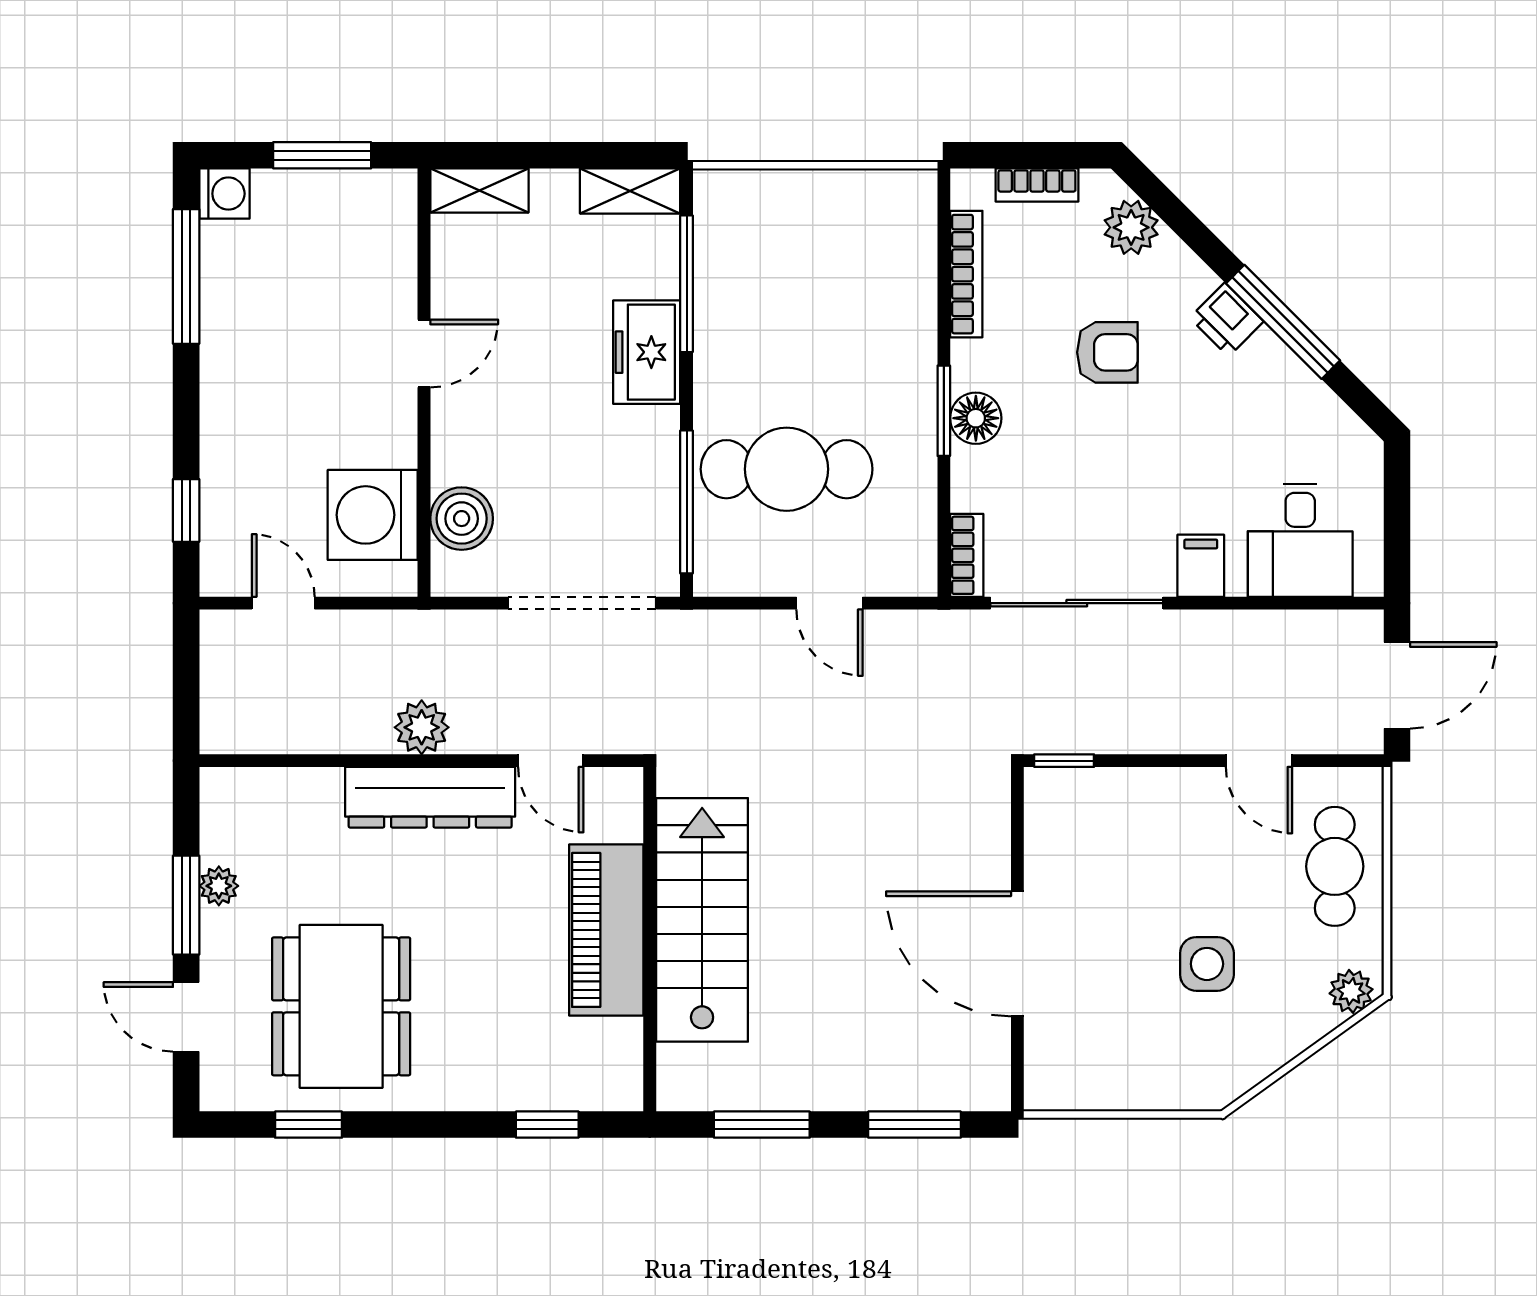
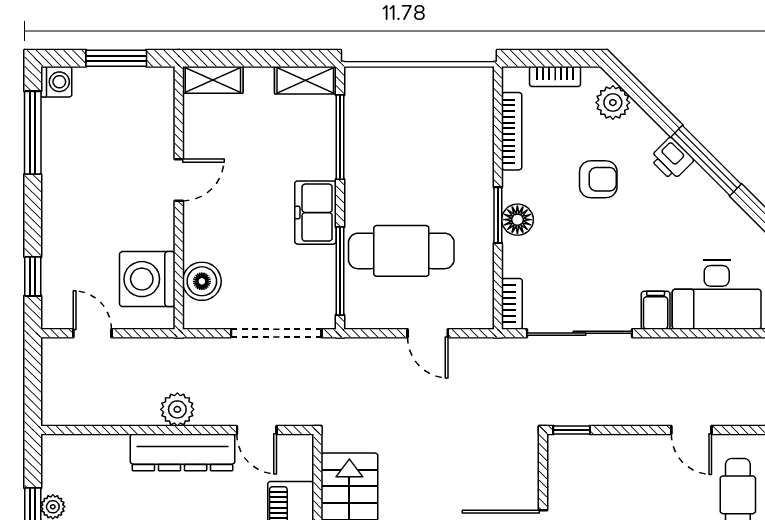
freezer: (647, 352) -> (315, 213), moved
desk: (1300, 540) -> (717, 295), width x1.37

